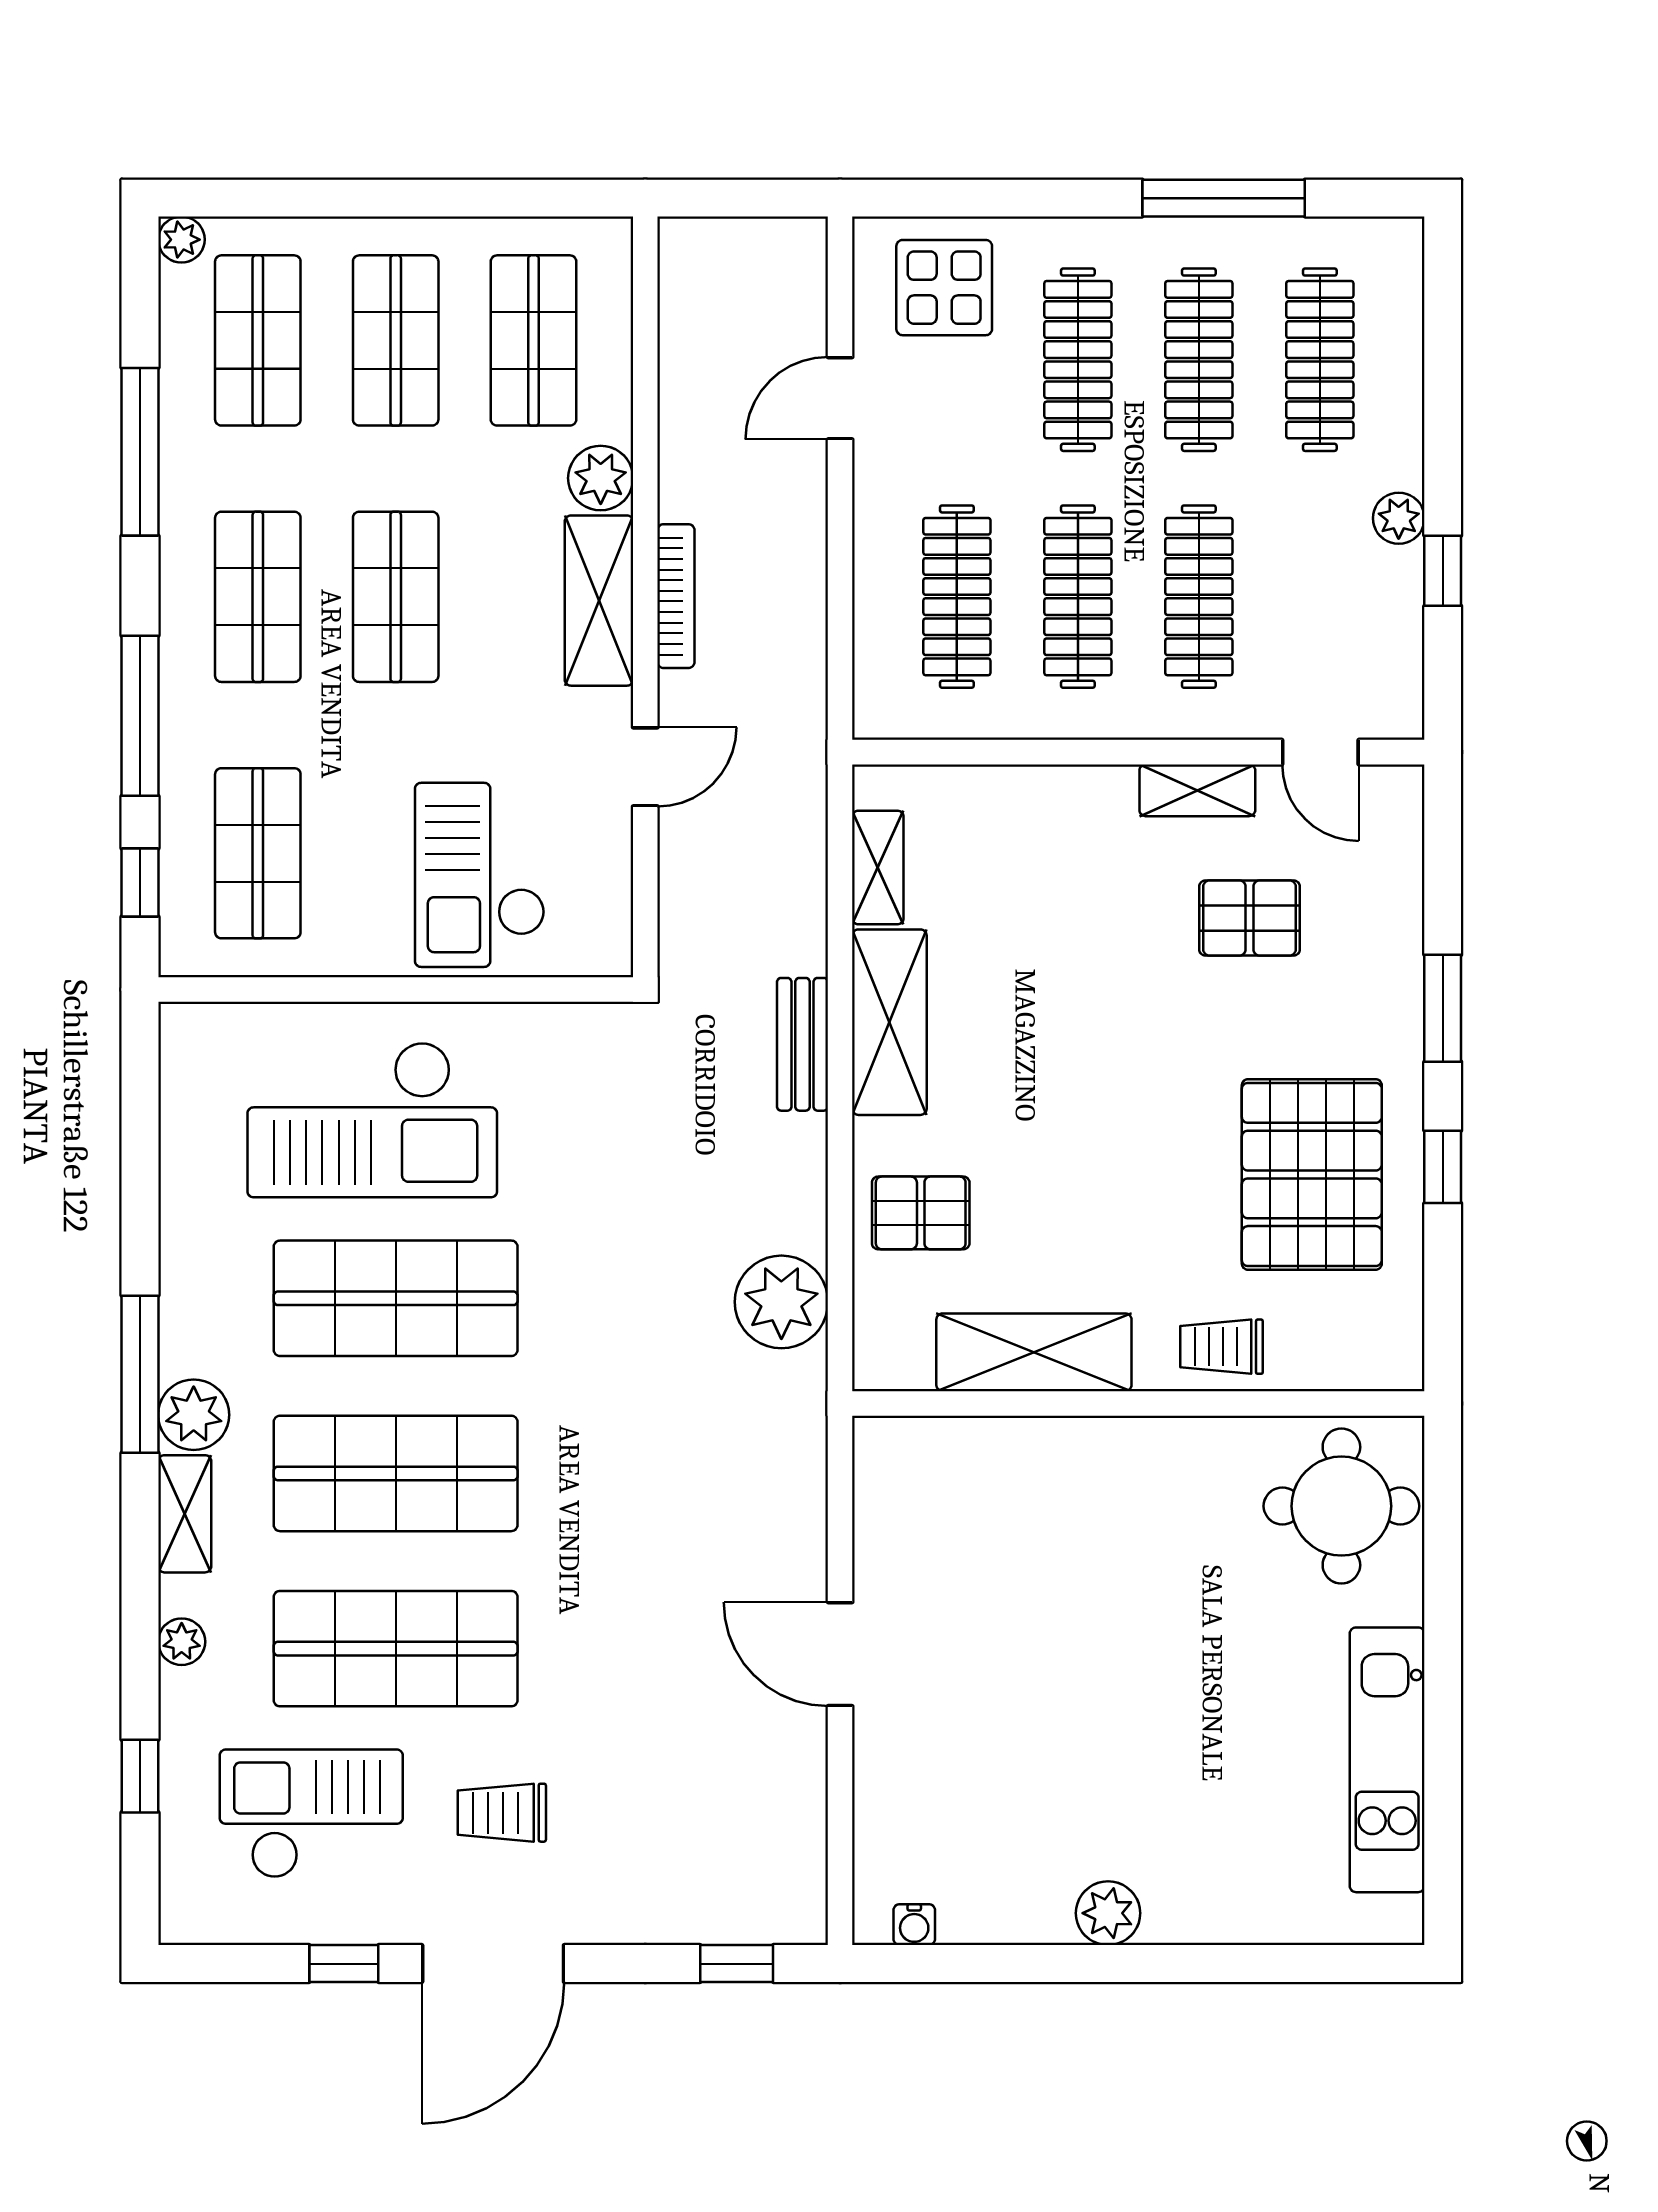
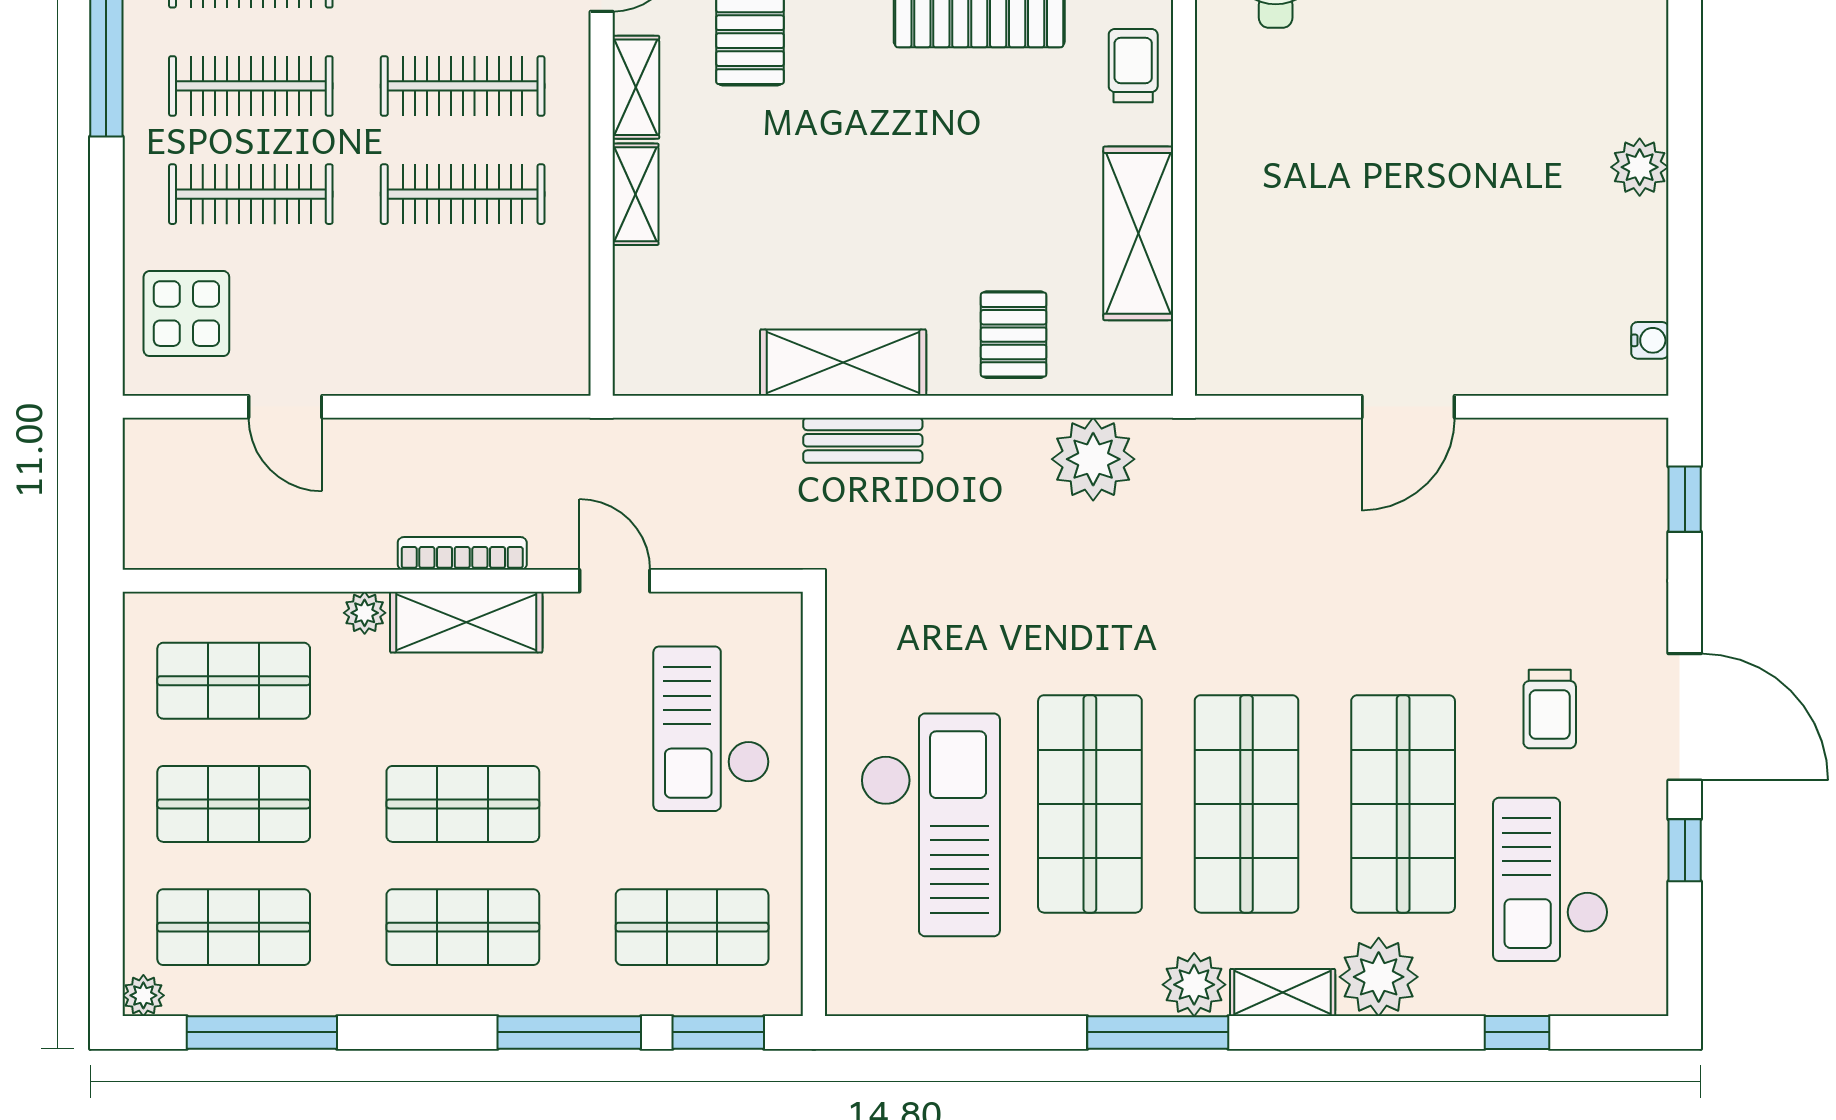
window: (140, 452) -> (262, 1032), moved
plant: (601, 478) -> (365, 613), width x0.73, depth x0.73
clothes rail: (957, 597) -> (463, 302), removed
shelving: (878, 867) -> (635, 194), moved, turned 90
checkout: (480, 875) -> (711, 729), turned 90
window: (140, 883) -> (718, 1032), width x1.50
trolley: (1222, 1347) -> (1133, 66), turned 180
plant: (182, 1642) -> (1379, 977), width x1.87, depth x1.87

